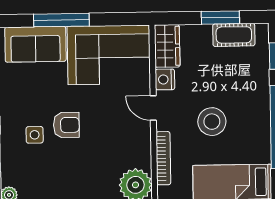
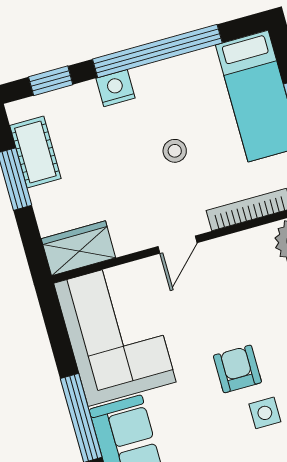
nightstand: (165, 79) -> (116, 88), moved, turned 180
stool: (212, 122) -> (175, 151), width x0.53, depth x0.53

